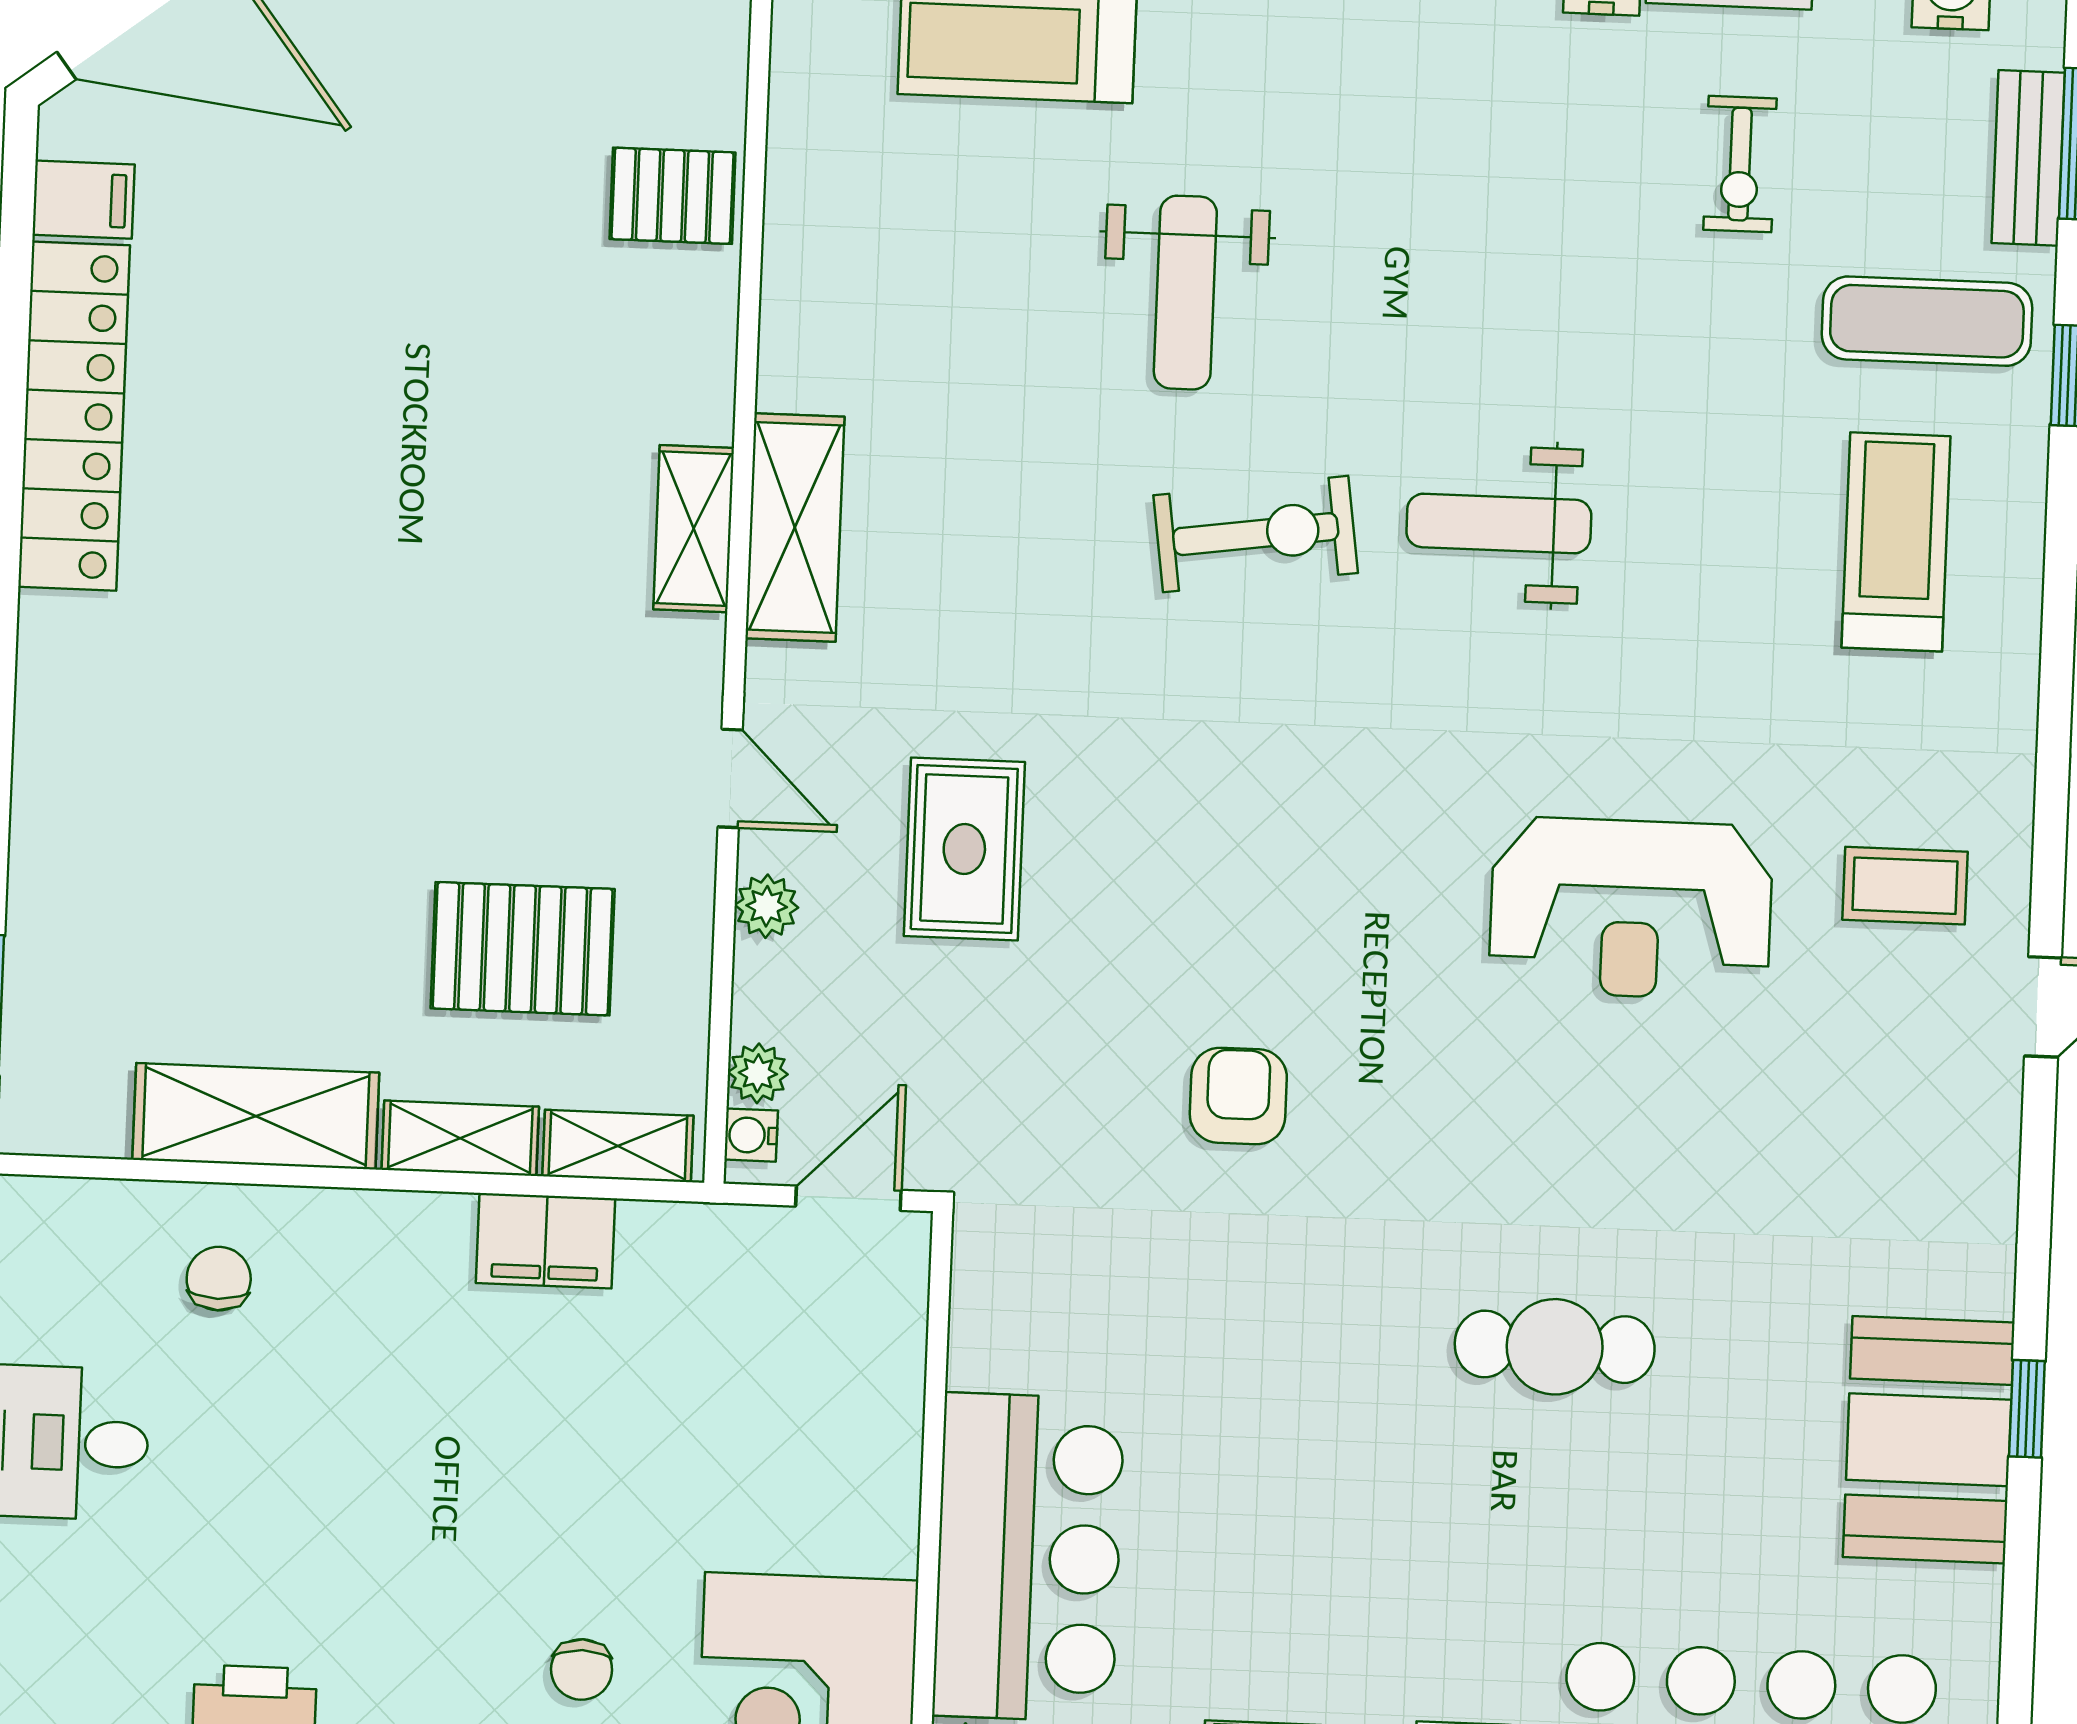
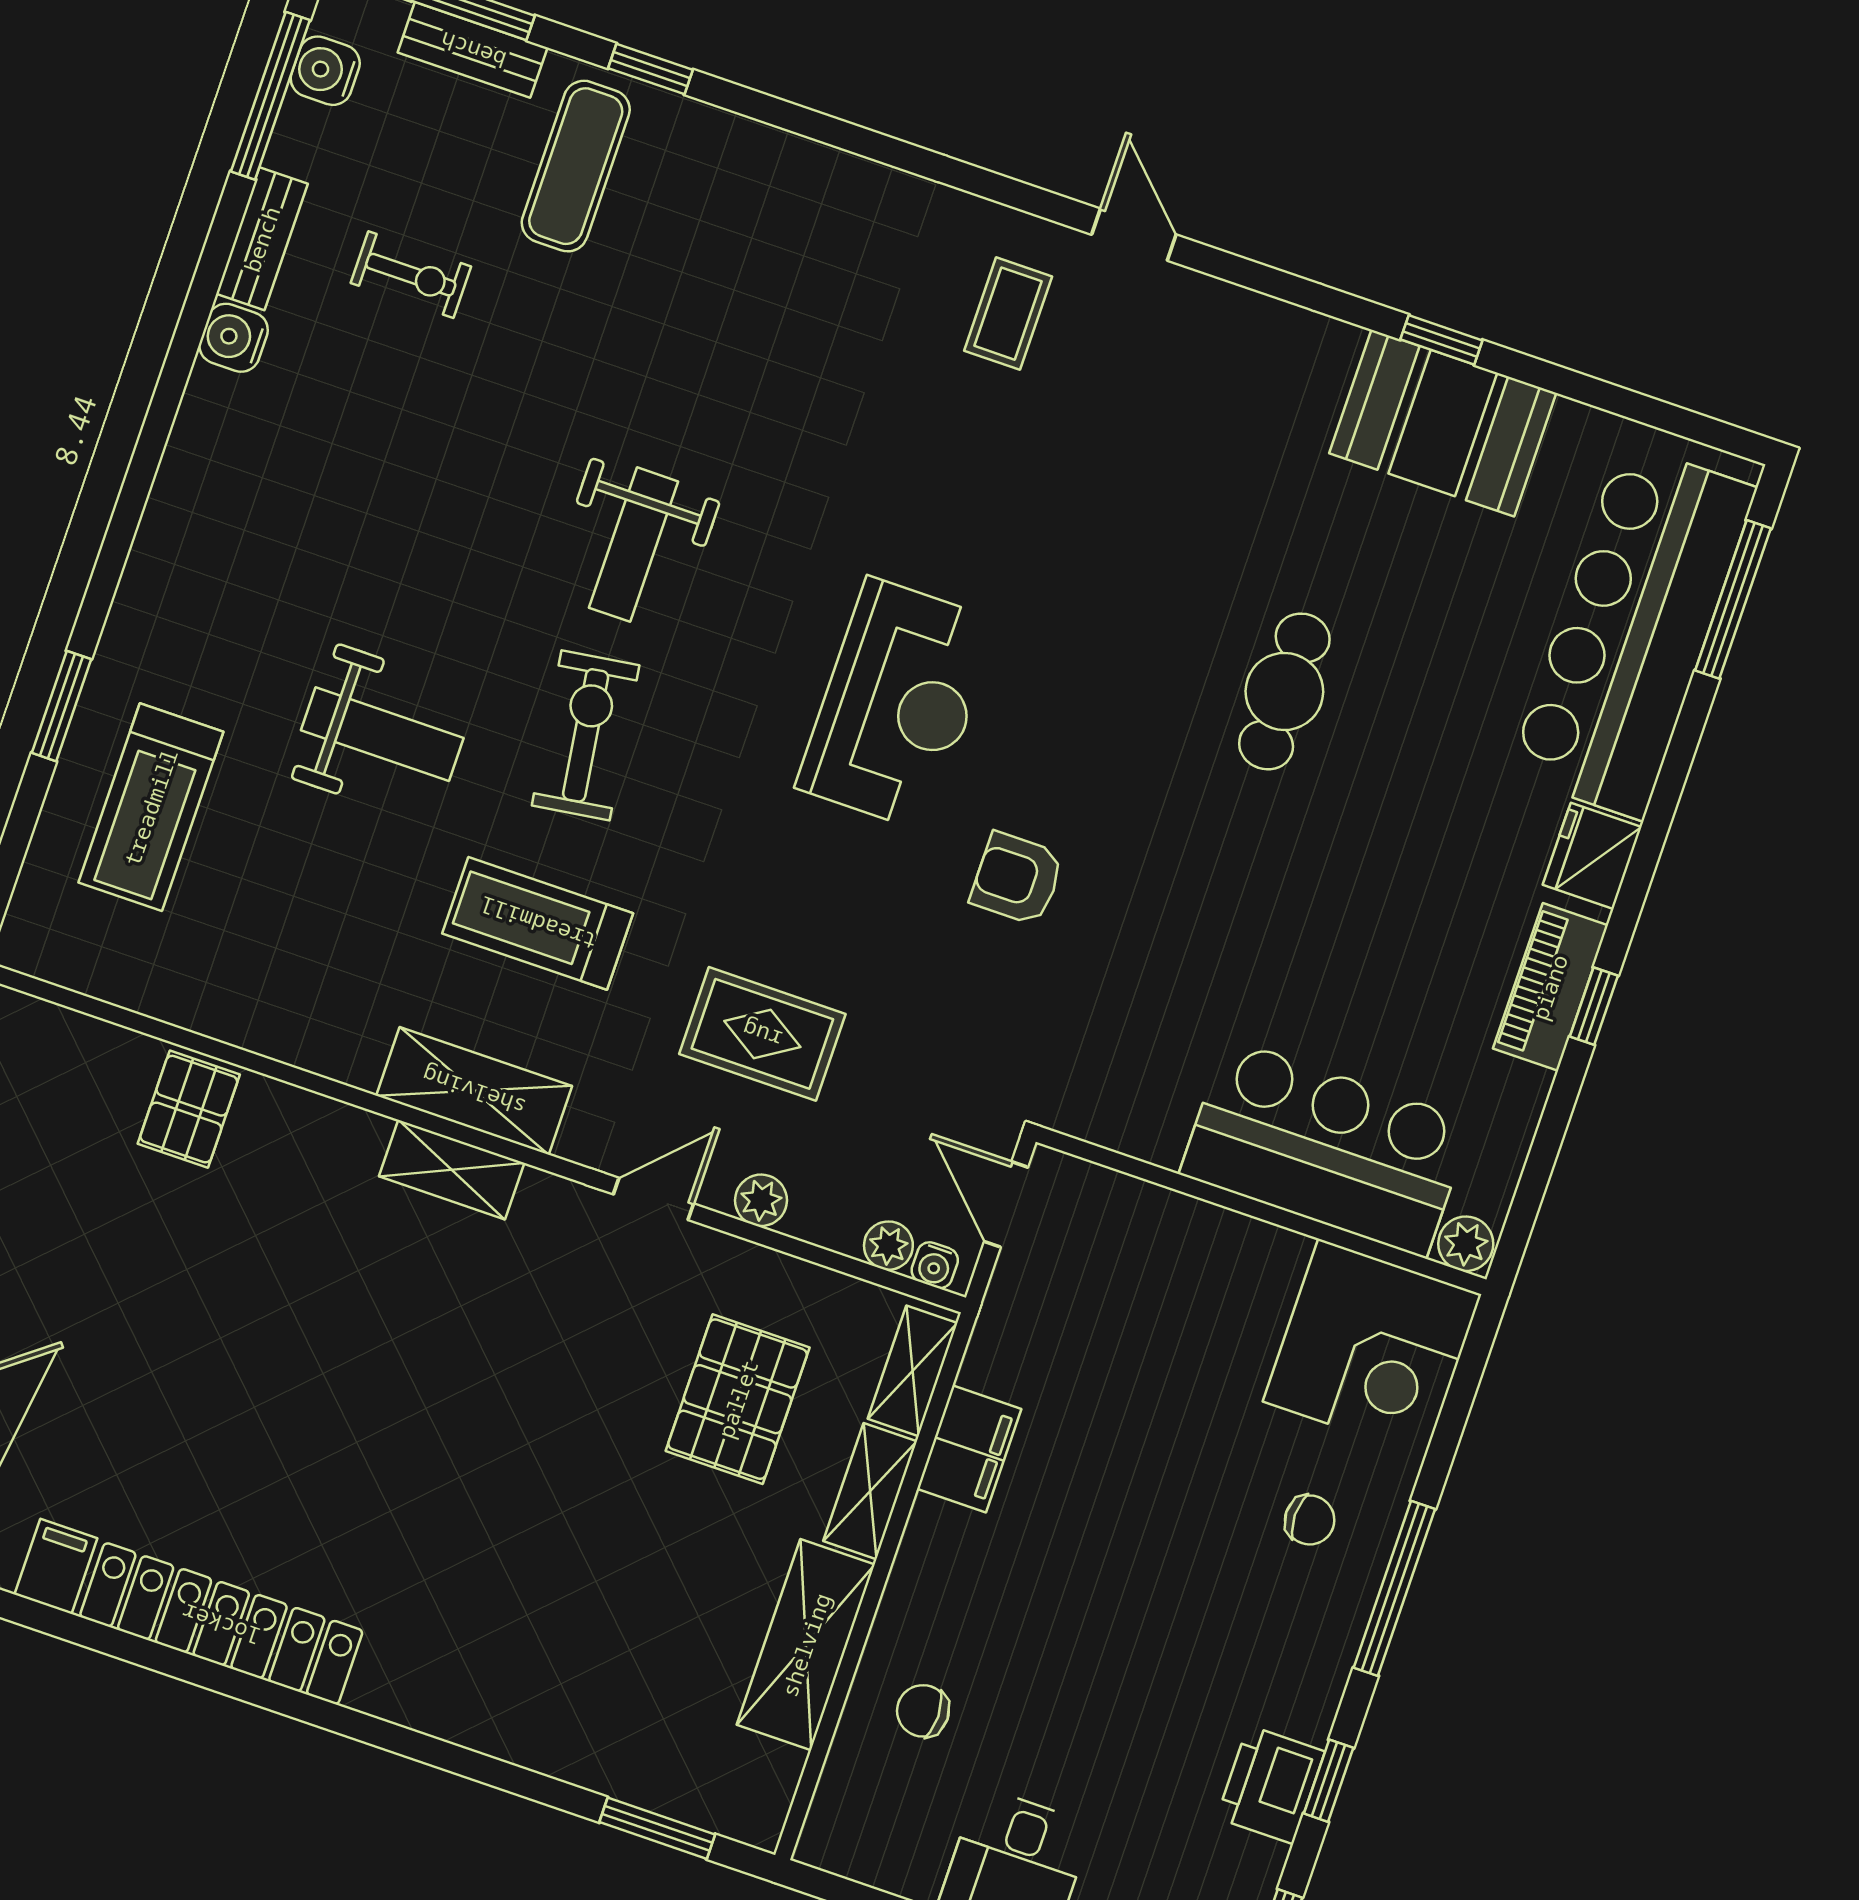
treadmill: (1896, 542) -> (538, 923), moved
reception desk: (1631, 908) -> (898, 704), moved

